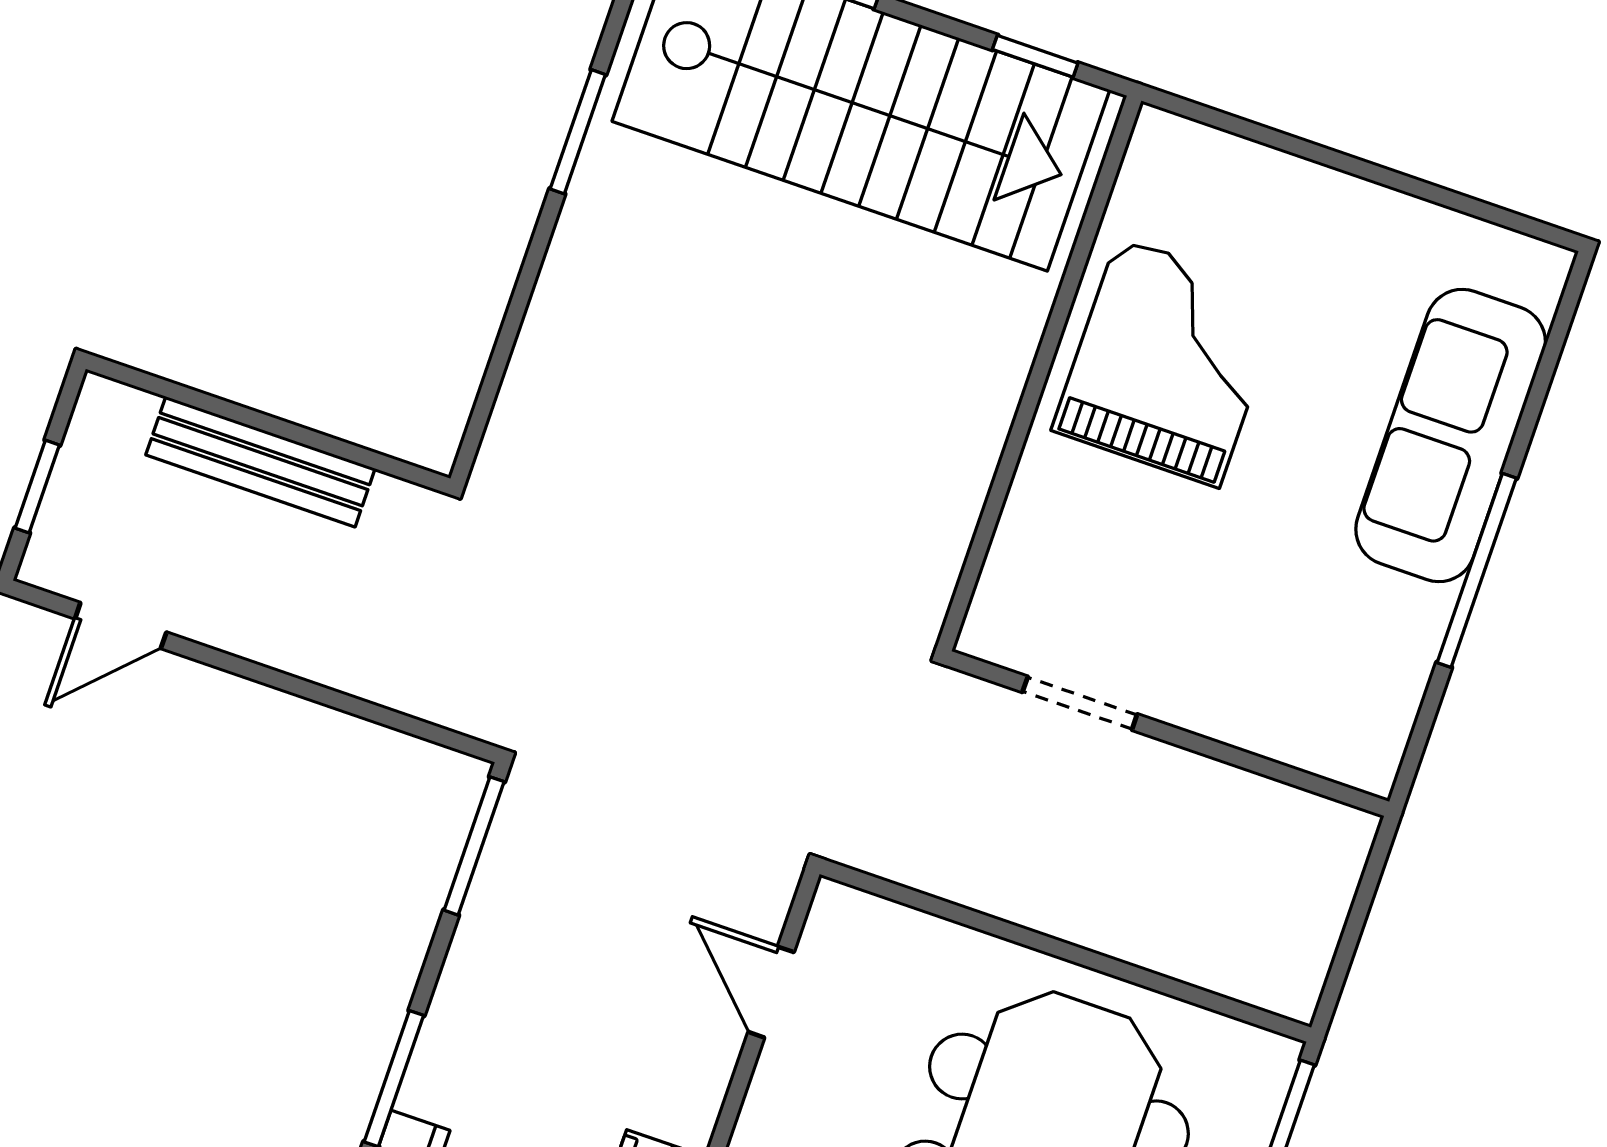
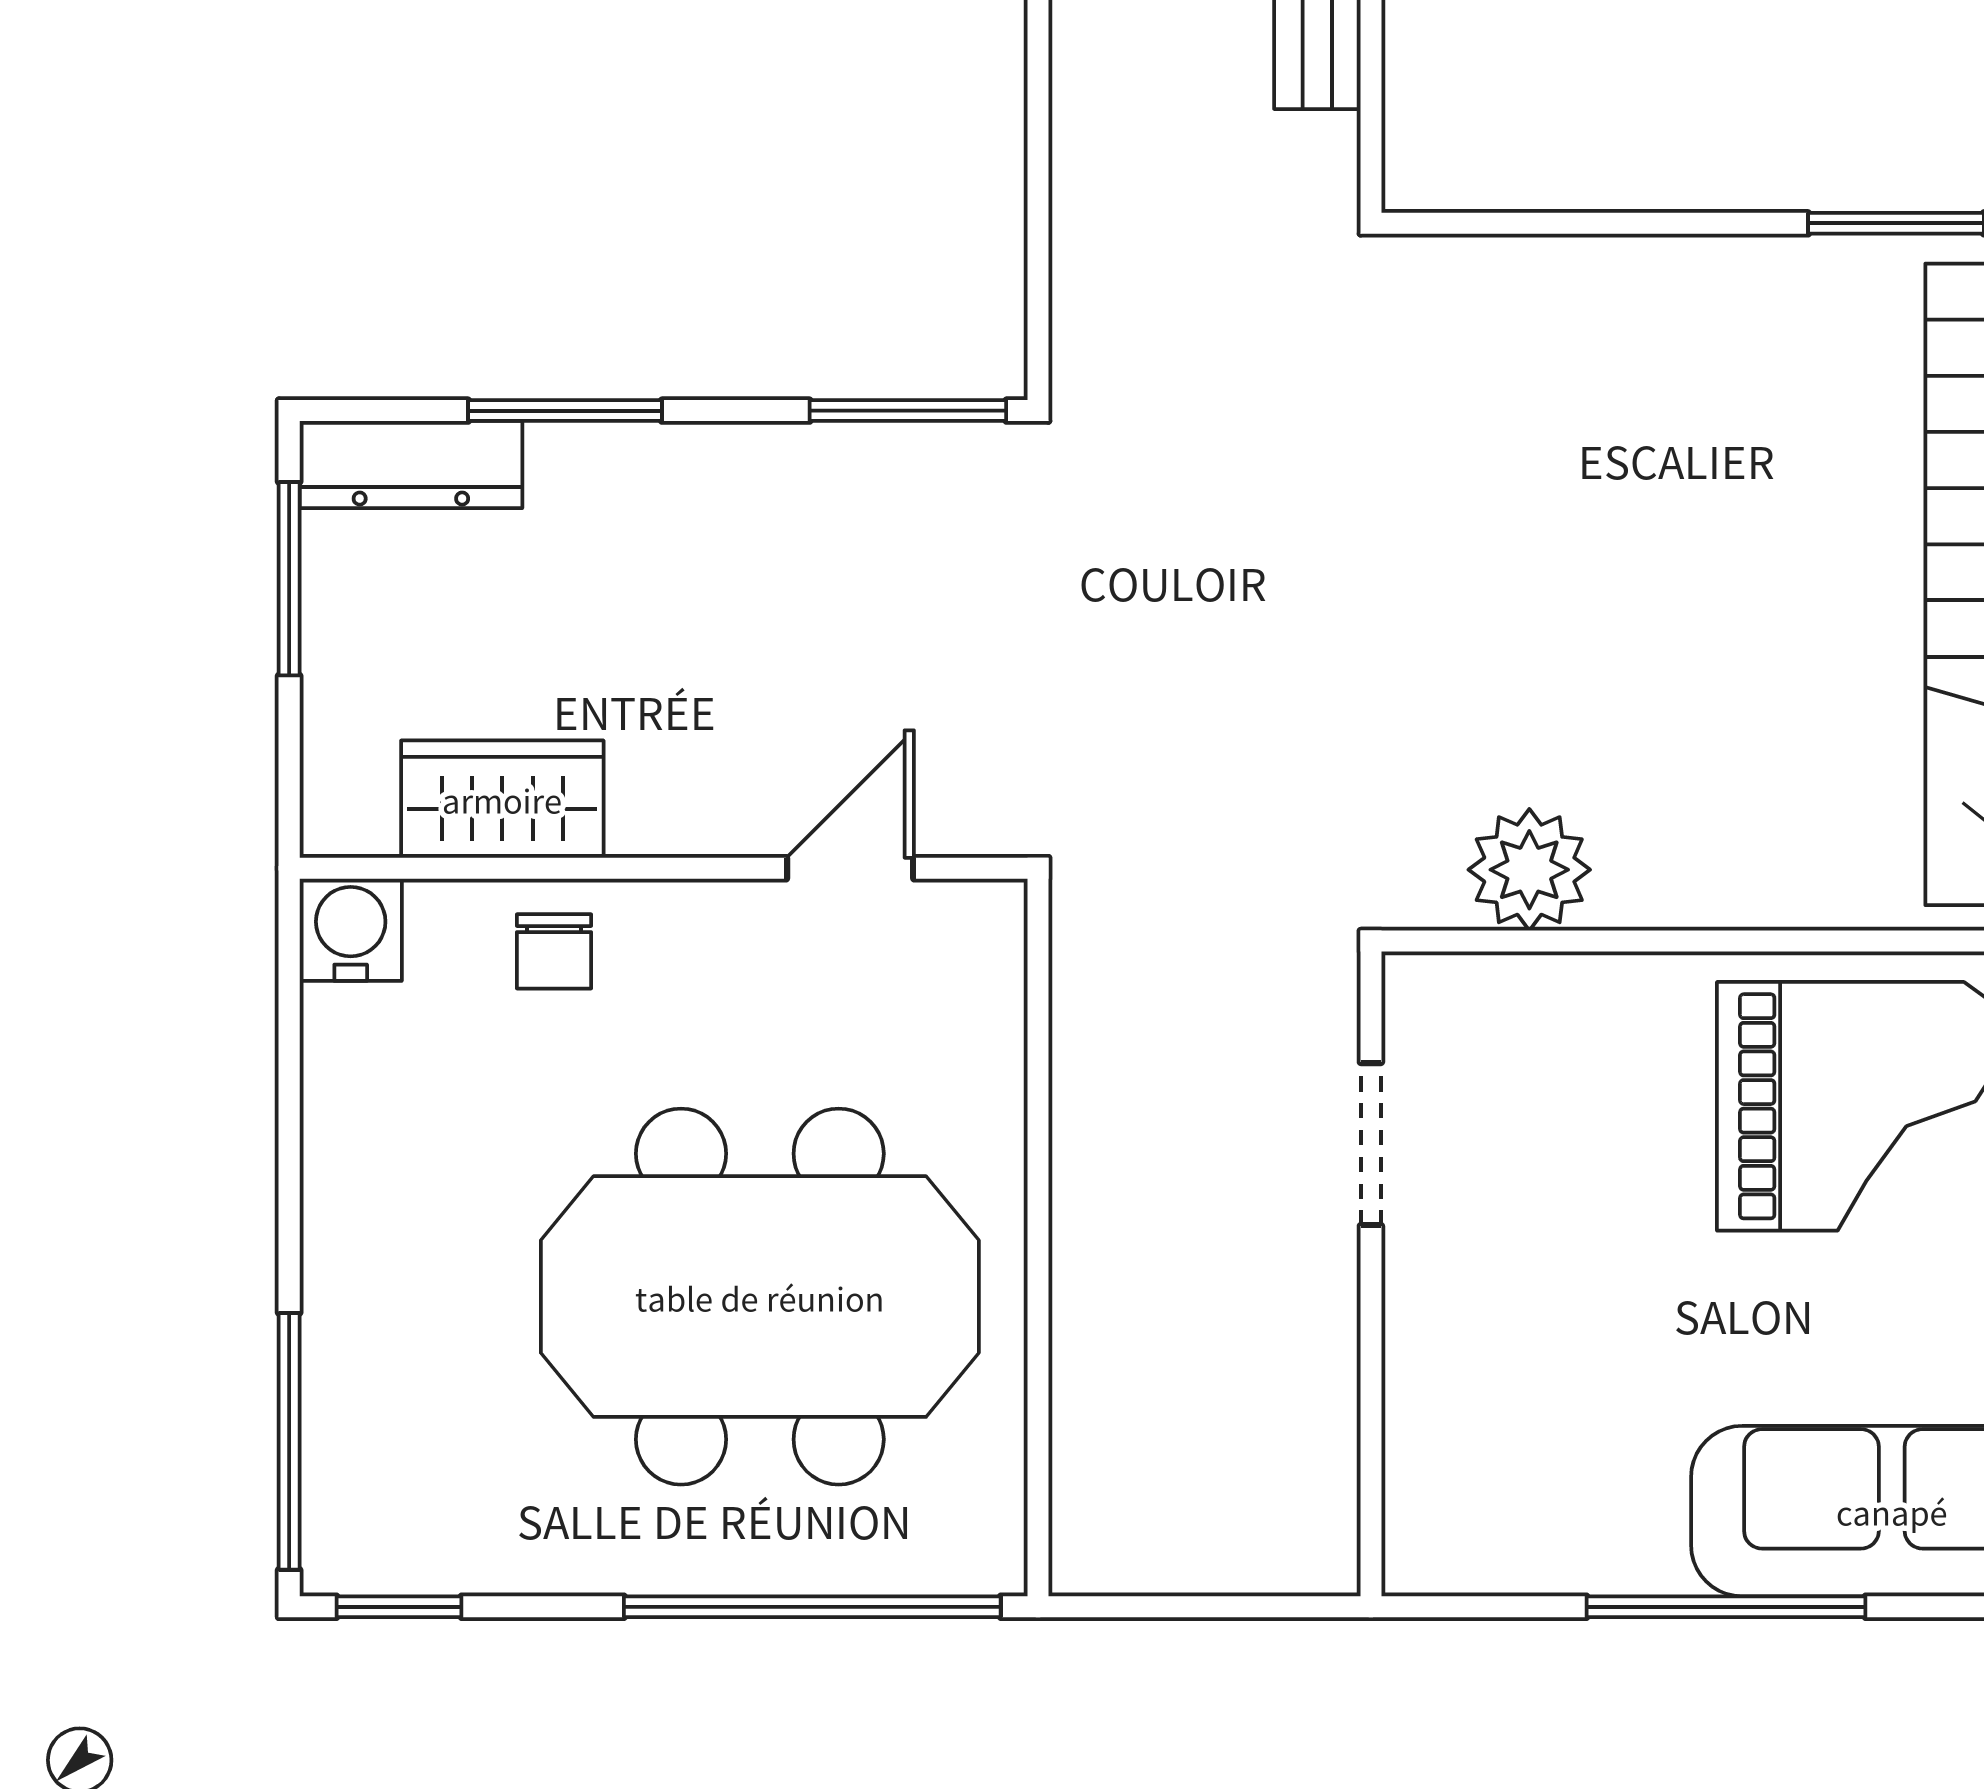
plant: (931, 532) -> (1529, 870), added

